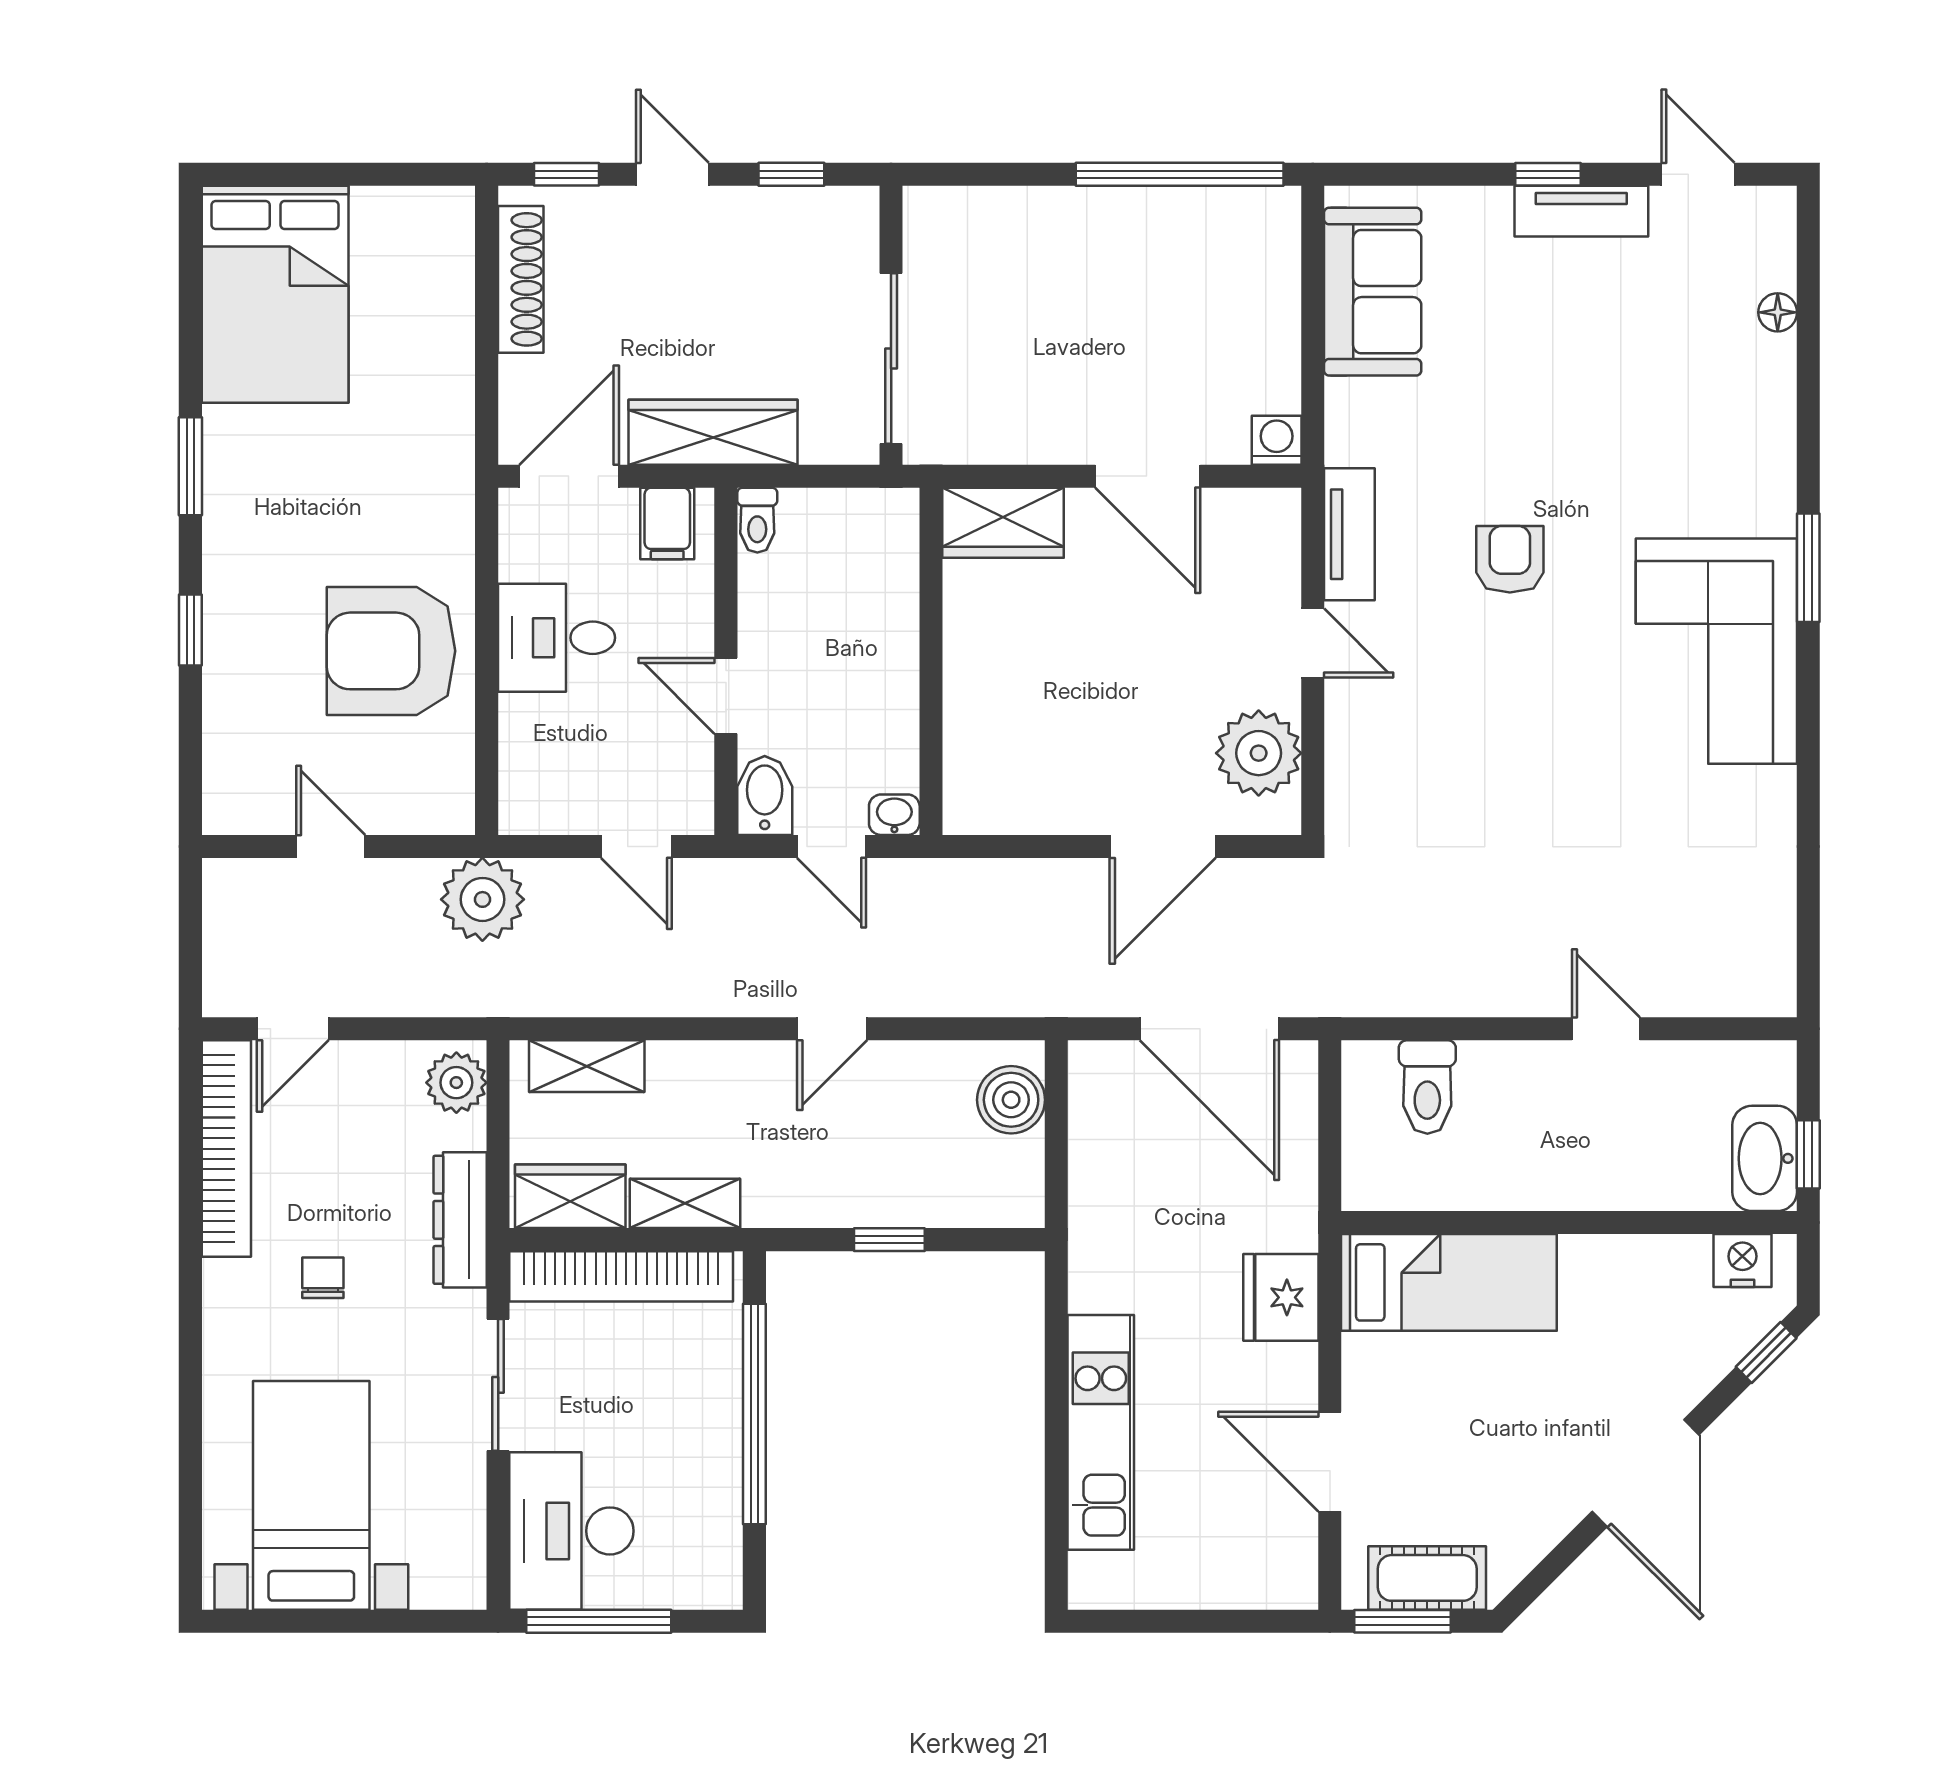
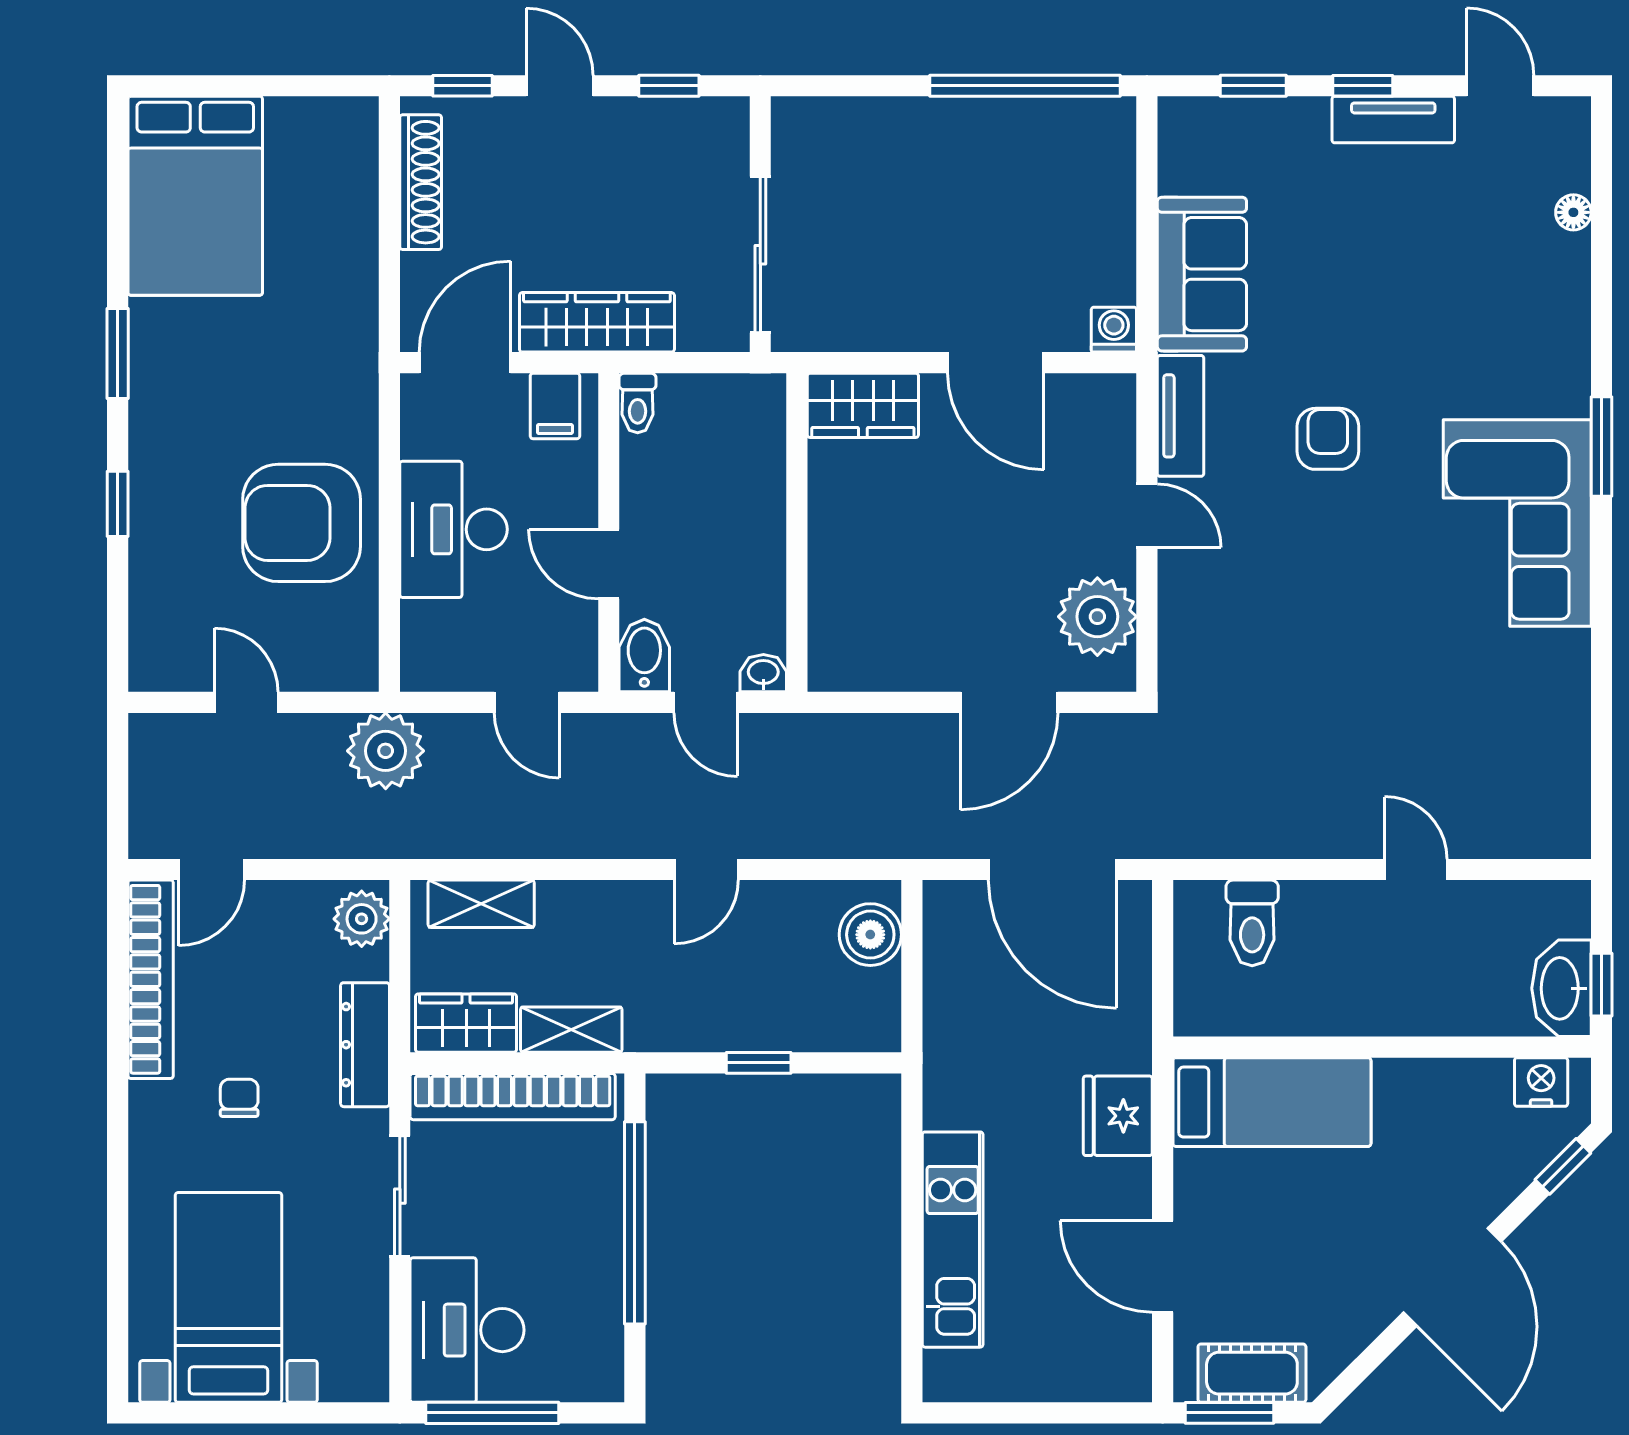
window: (1429, 174) -> (1253, 86), added
sofa: (1373, 292) -> (1202, 274), moved
desk: (556, 638) -> (453, 529), width x1.37

